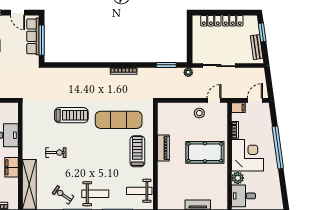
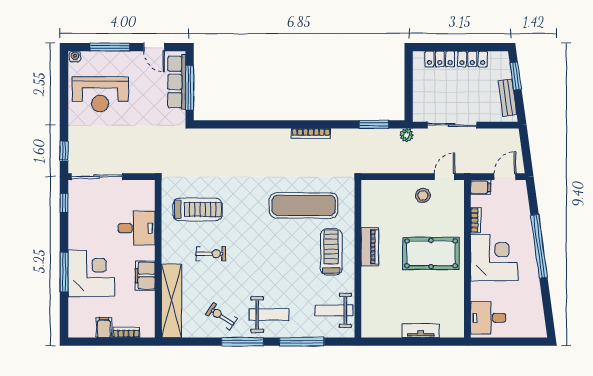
treadmill: (71, 115) -> (197, 209), moved
plant: (238, 178) -> (480, 291), removed

